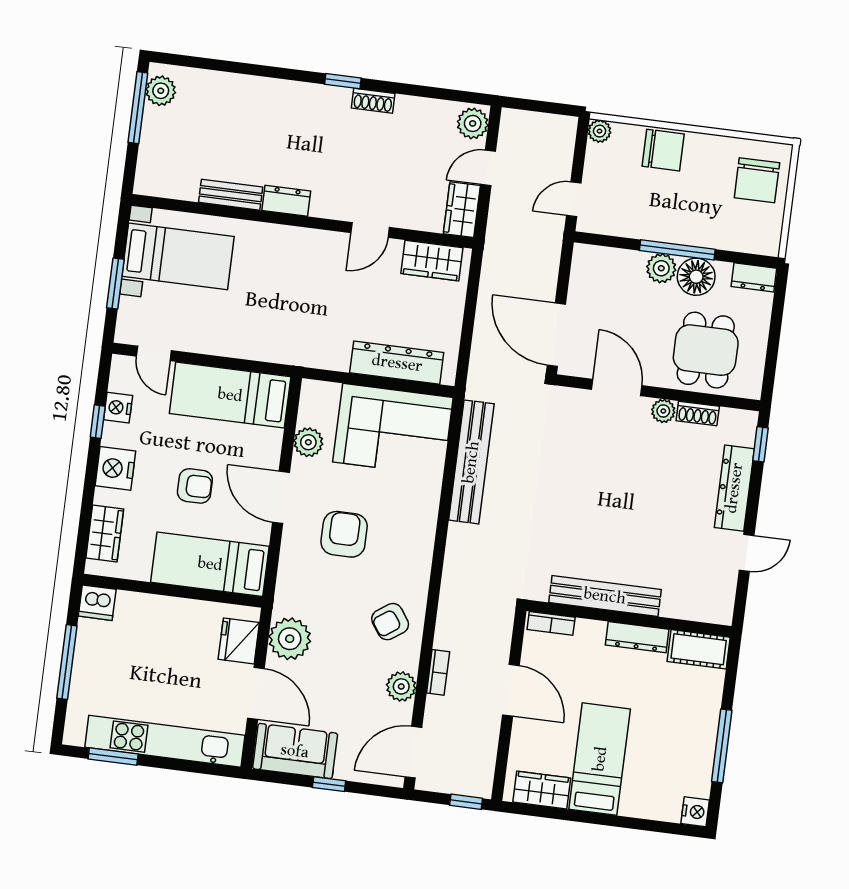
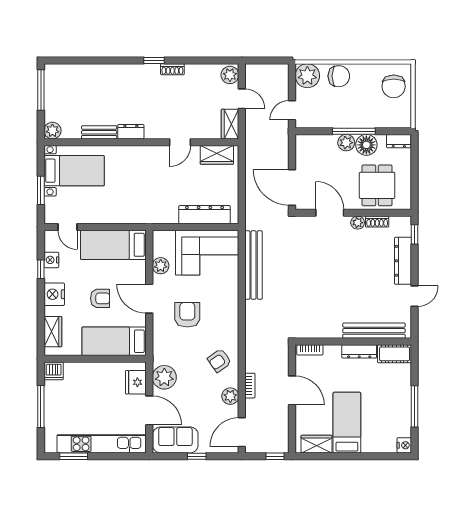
plant: (161, 91) -> (52, 131), moved
plant: (600, 131) -> (307, 76), width x1.88, depth x1.88
door: (488, 168) -> (242, 99), swing flipped
bench: (605, 596) -> (374, 331), moved

